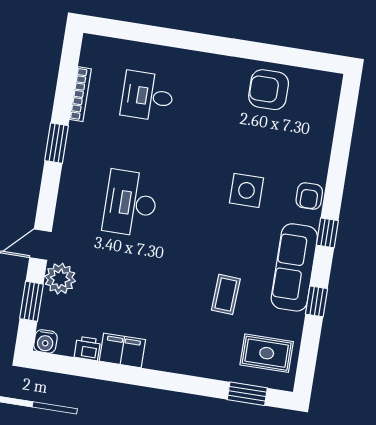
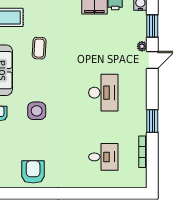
armchair: (269, 90) -> (33, 172), turned -90
plant: (60, 279) -> (142, 46), width x0.53, depth x0.53

